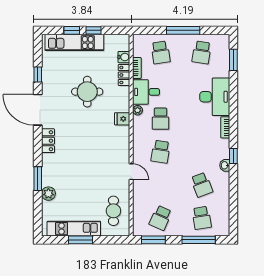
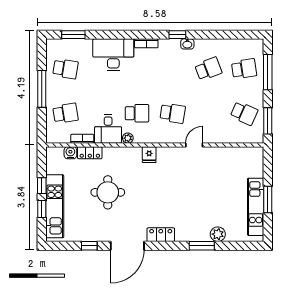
fridge: (122, 119) -> (149, 155), moved
cafe table: (113, 211) -> (236, 164), removed

